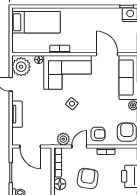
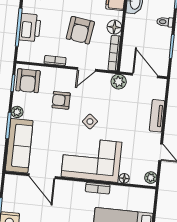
plant: (21, 67) -> (151, 178), width x0.53, depth x0.53
armchair: (98, 134) -> (61, 100), moved
plant: (63, 139) -> (119, 82), moved

